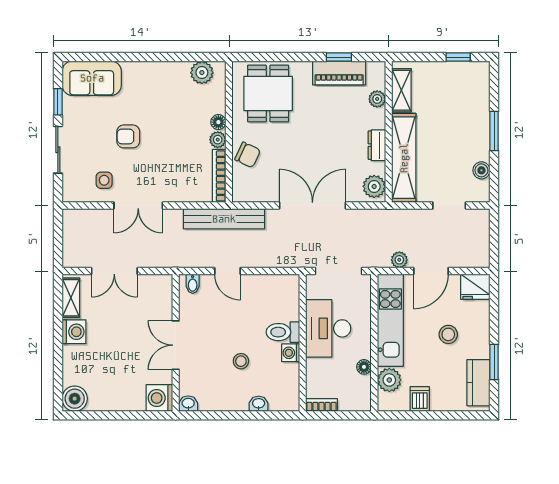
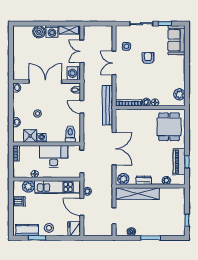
shelving: (401, 90) -> (171, 192), removed
dining table: (268, 93) -> (169, 127), turned 90
chair: (248, 155) -> (139, 117), removed
door: (228, 271) -> (82, 107), hinge flipped
toilet: (283, 332) -> (70, 134), moved
stool: (448, 334) -> (49, 228), moved
double door: (176, 345) -> (45, 81), width x1.37
shower: (287, 376) -> (30, 136), added
washing machine: (159, 398) -> (74, 73), moved, turned -90
boiler: (75, 399) -> (39, 32), moved

